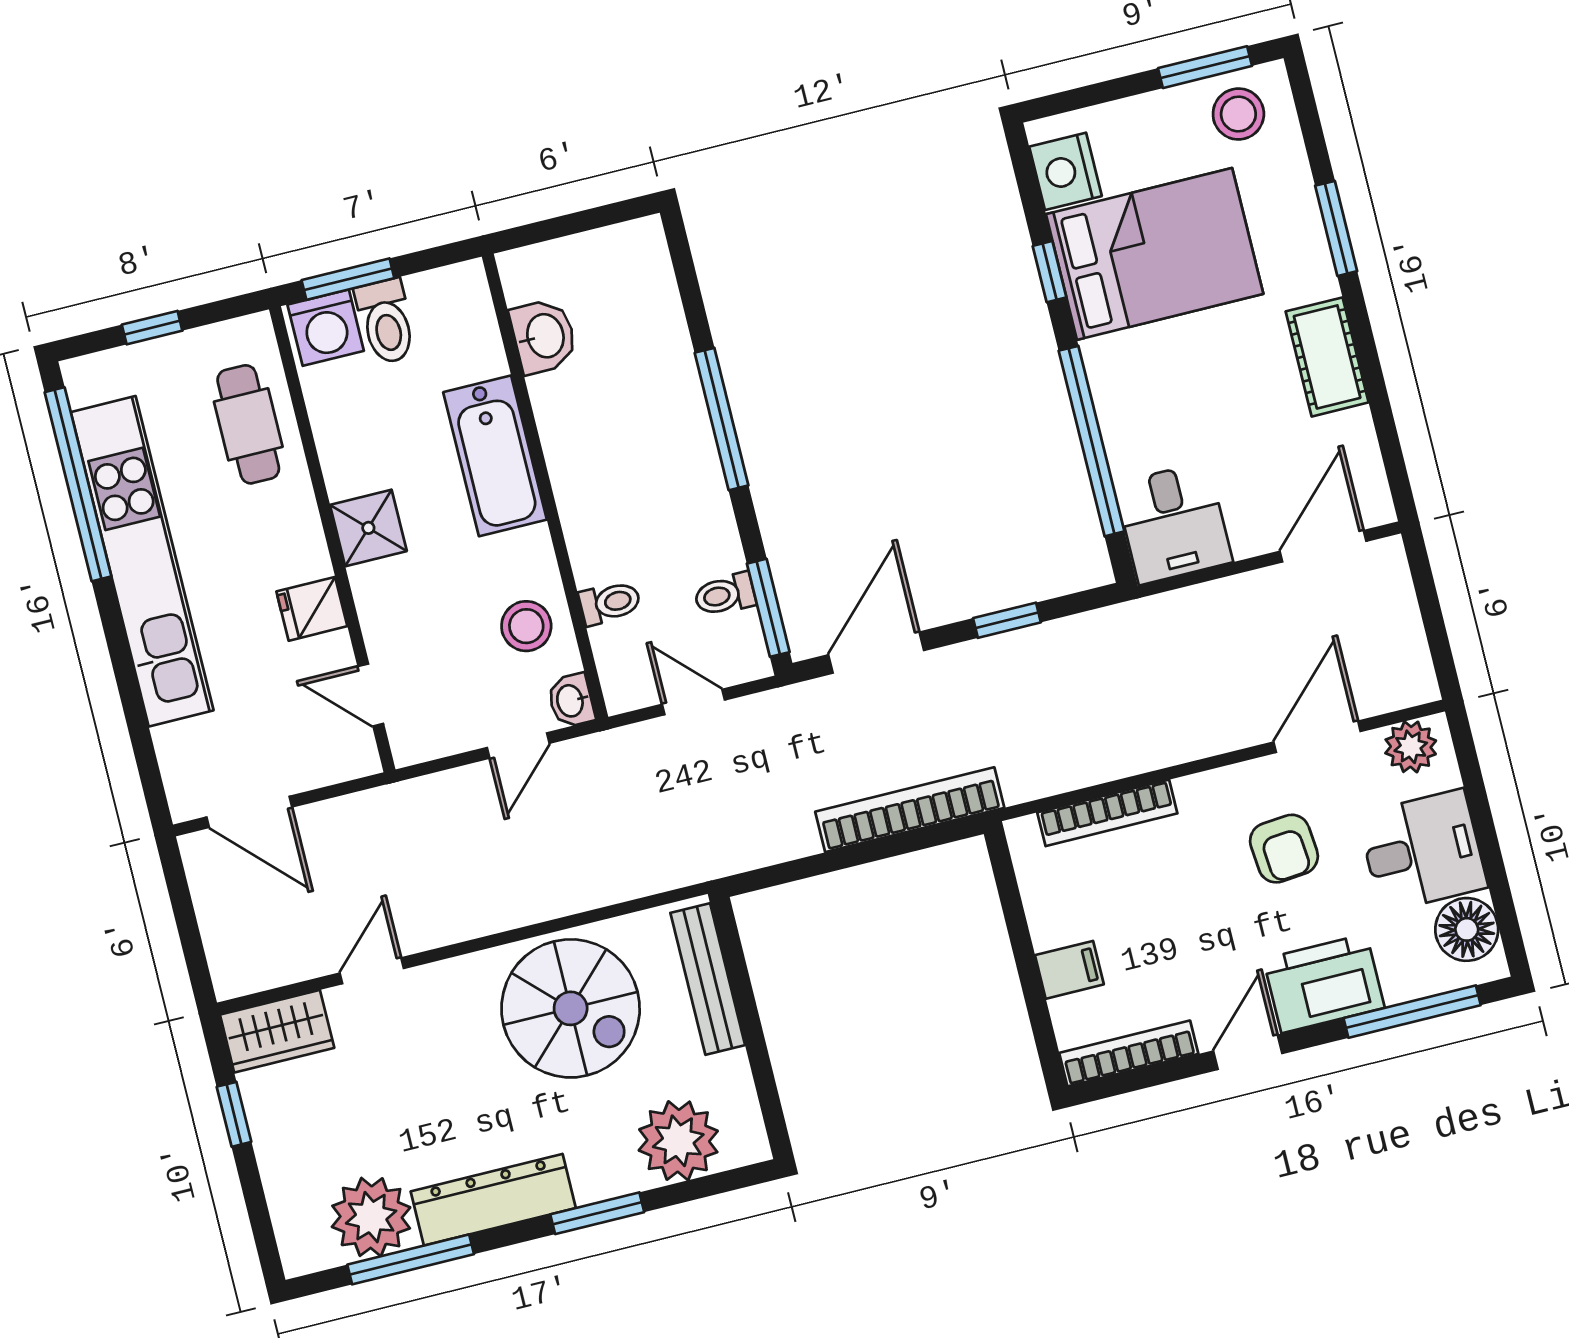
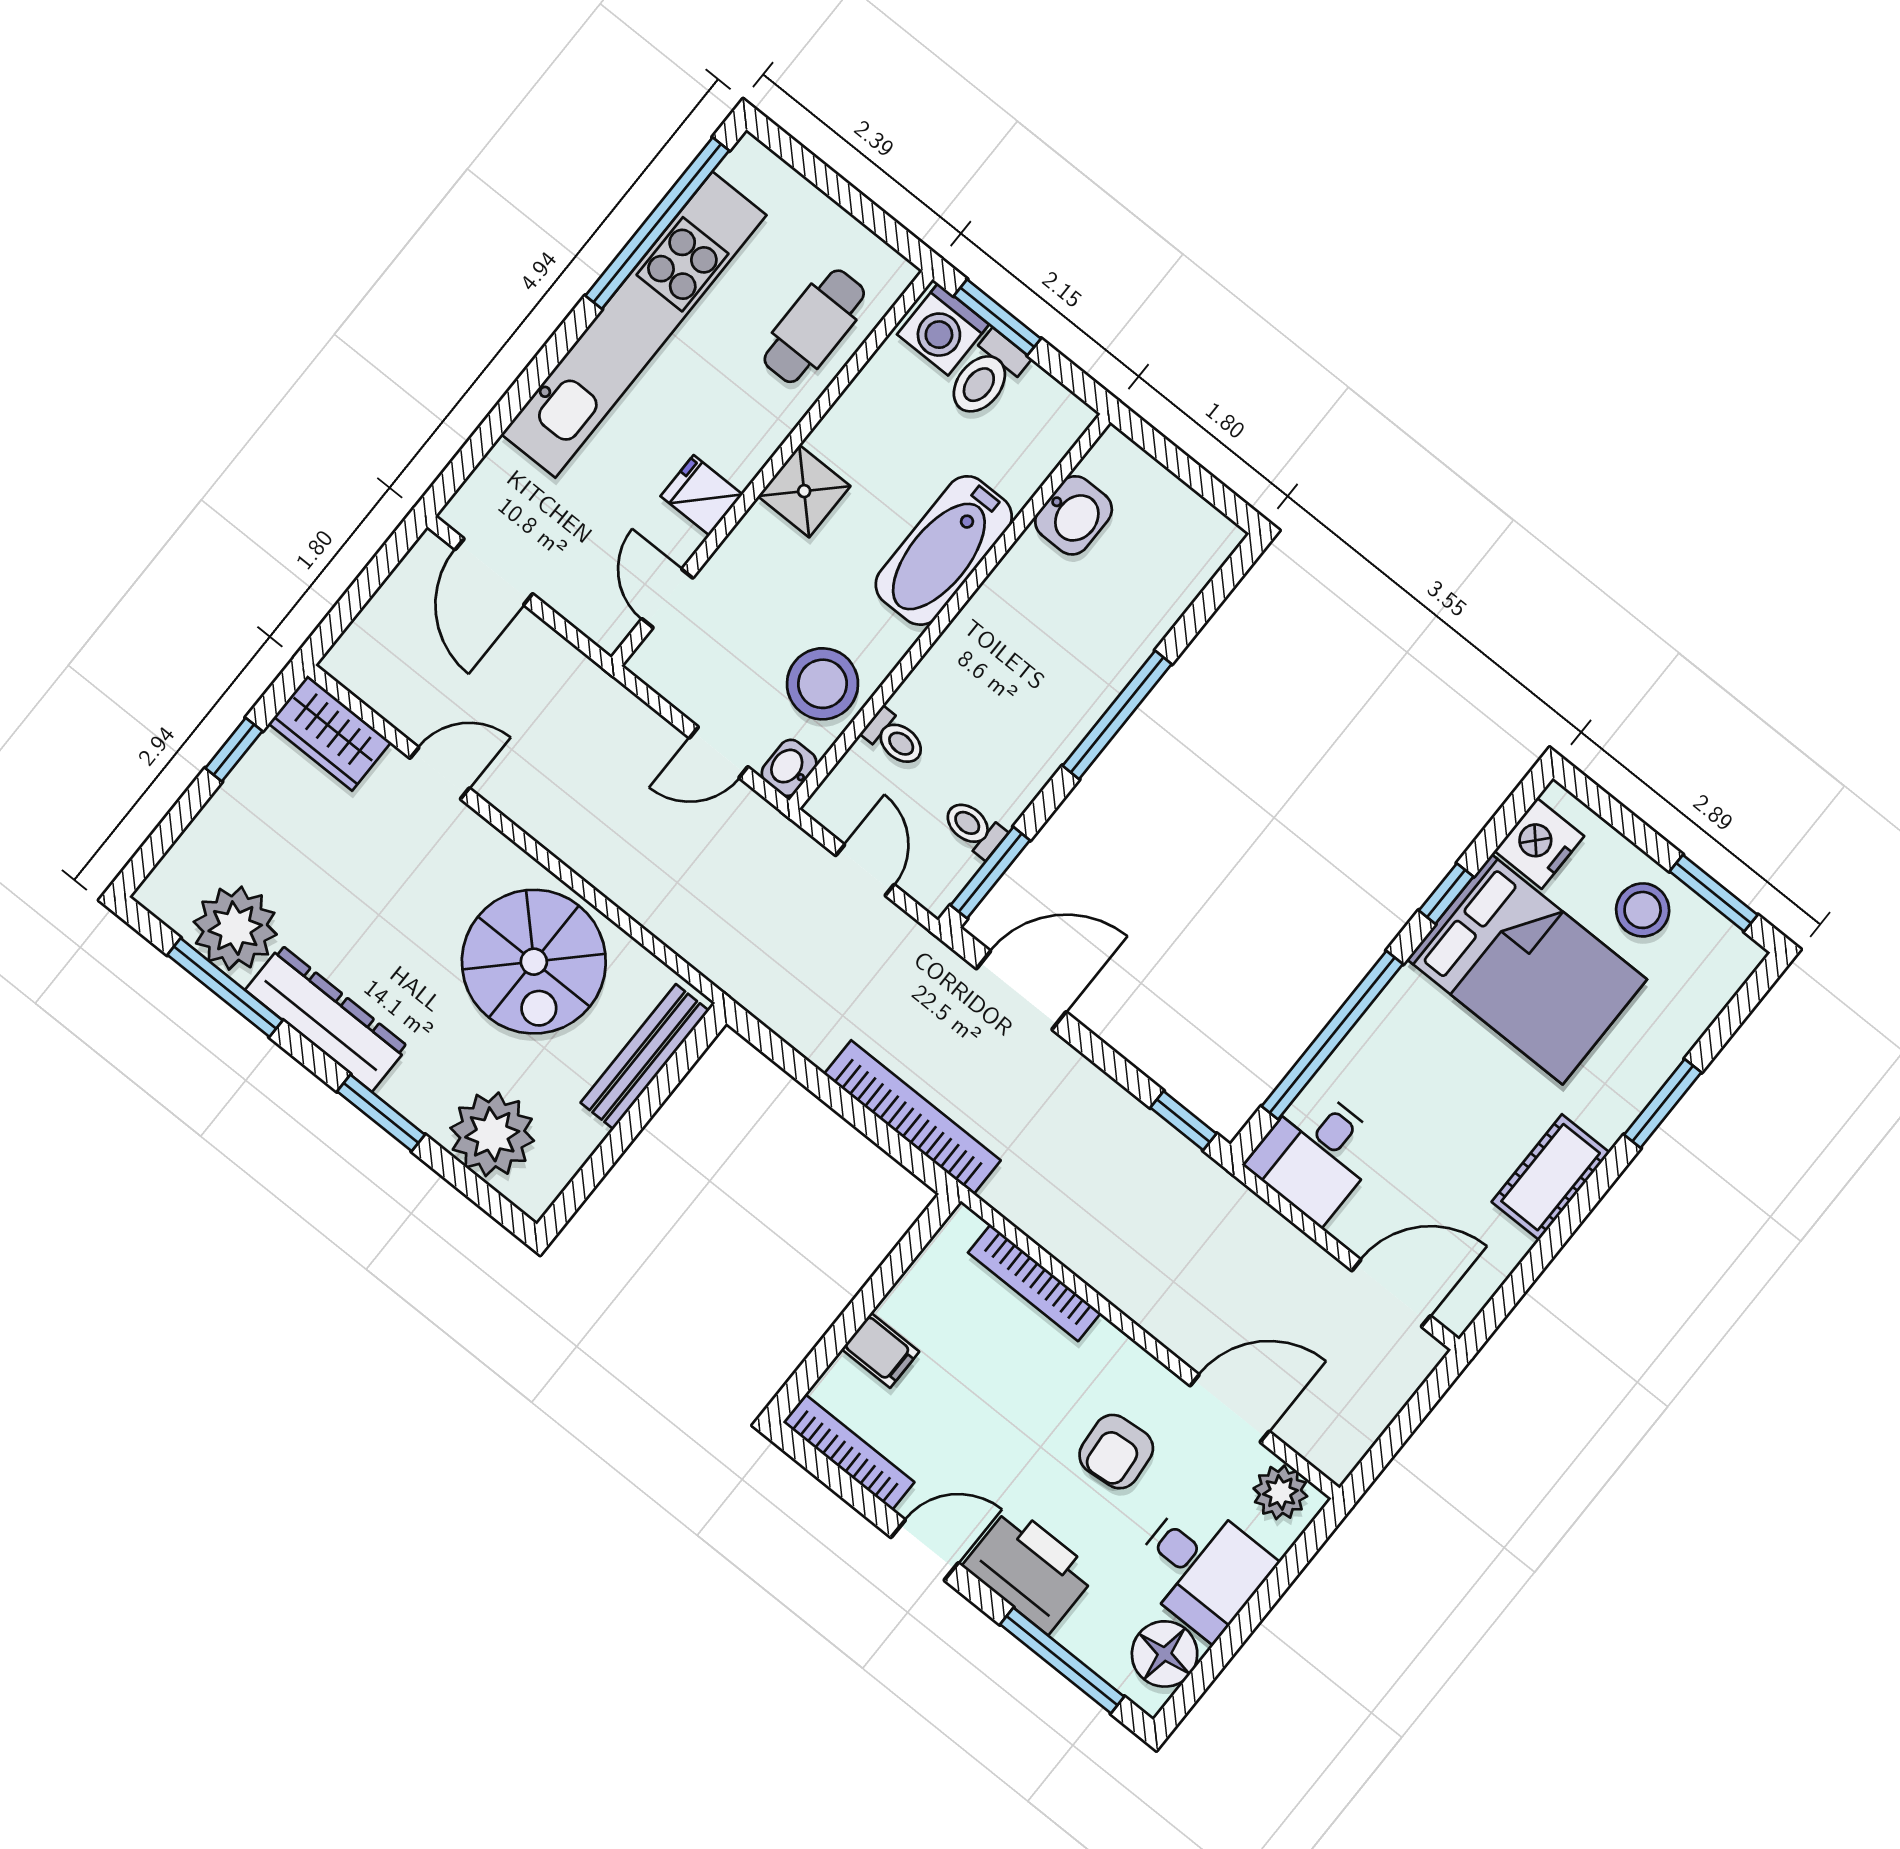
stool: (1238, 114) -> (1643, 910), moved
window: (152, 328) -> (834, 186), removed
window: (1007, 620) -> (1183, 1121), moved
stool: (526, 626) -> (823, 684), width x1.38, depth x1.38

